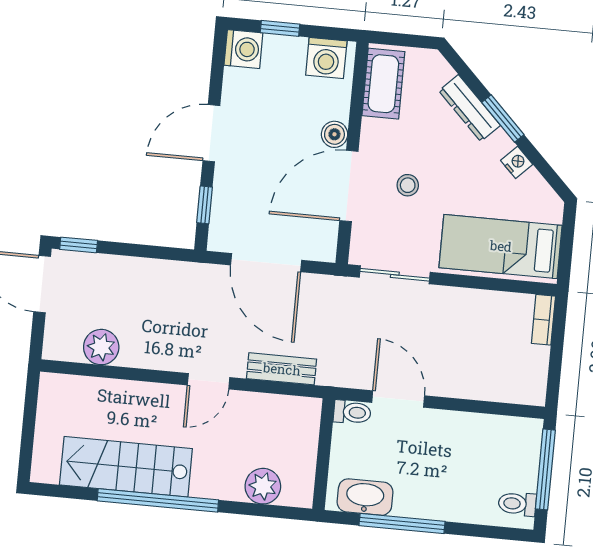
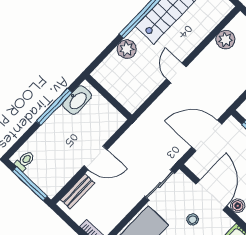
bench: (282, 369) -> (78, 191), moved
door: (398, 399) -> (96, 158), moved
toilet: (352, 412) -> (117, 122), removed
plant: (263, 486) -> (127, 49), moved

